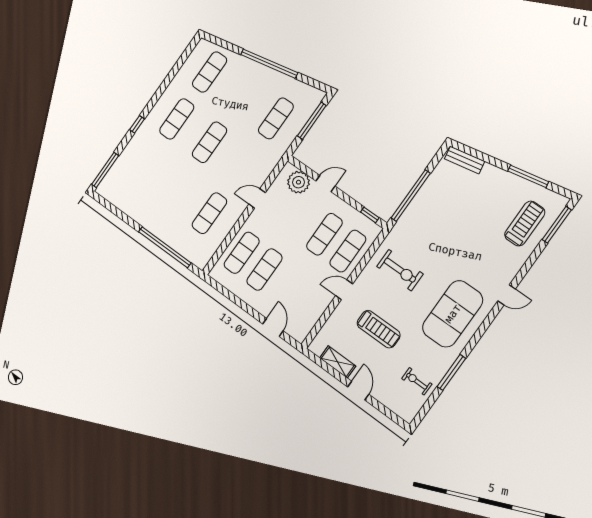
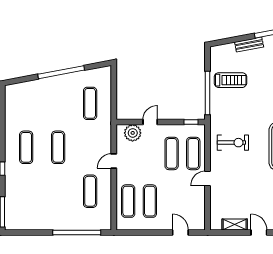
exercise mat: (210, 72) -> (26, 103), removed
window: (312, 121) -> (114, 89), removed
bench: (465, 160) -> (249, 45), moved
treadmill: (379, 329) -> (230, 80), moved

